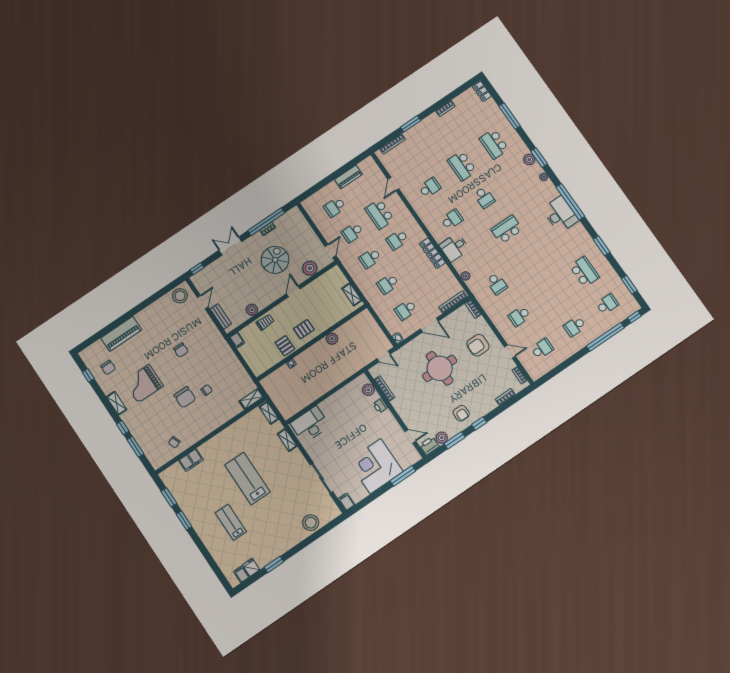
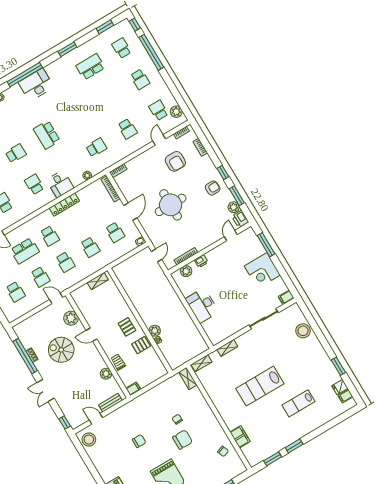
plant: (332, 339) -> (155, 331), moved
armchair: (478, 345) -> (175, 161), moved
plant: (542, 368) -> (176, 112), added
desk: (310, 425) -> (202, 305), moved
corner desk: (376, 466) -> (262, 271), width x0.74, depth x0.74

